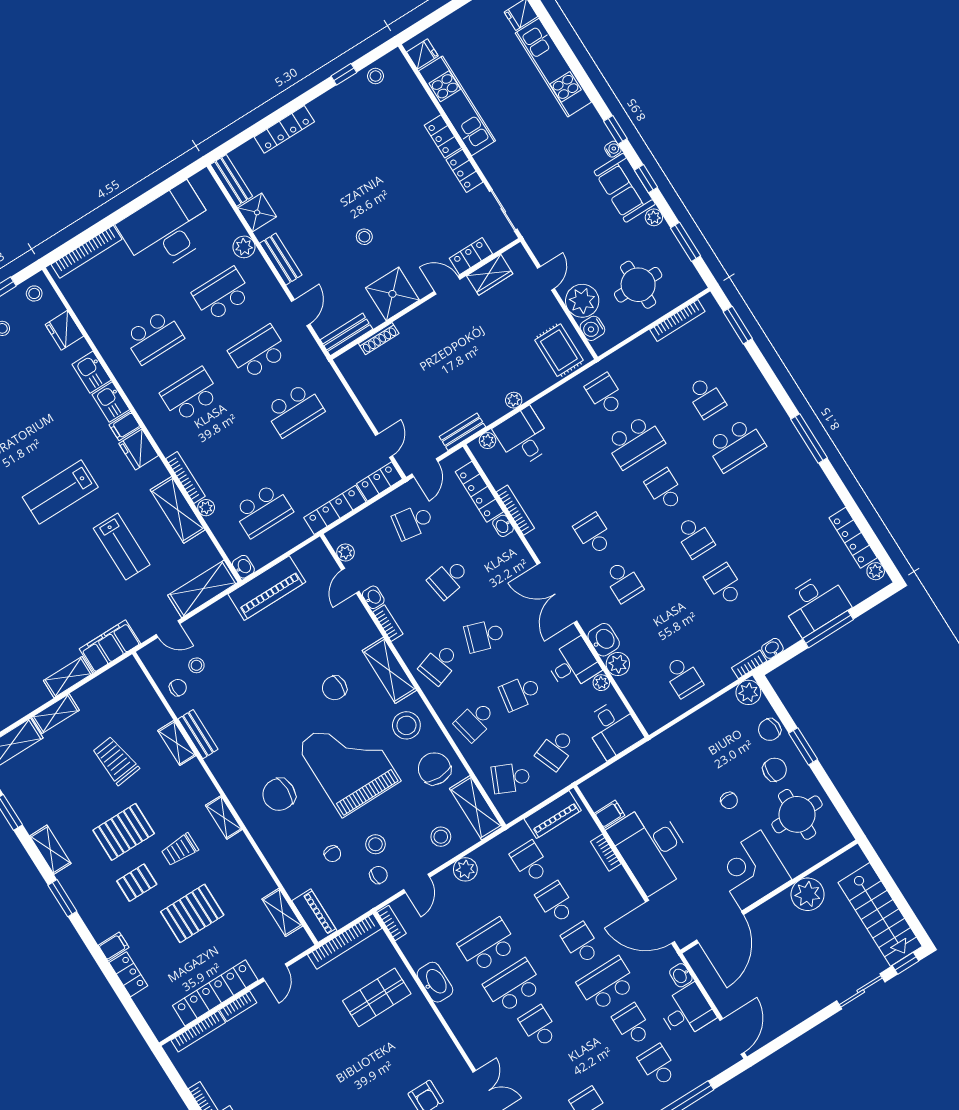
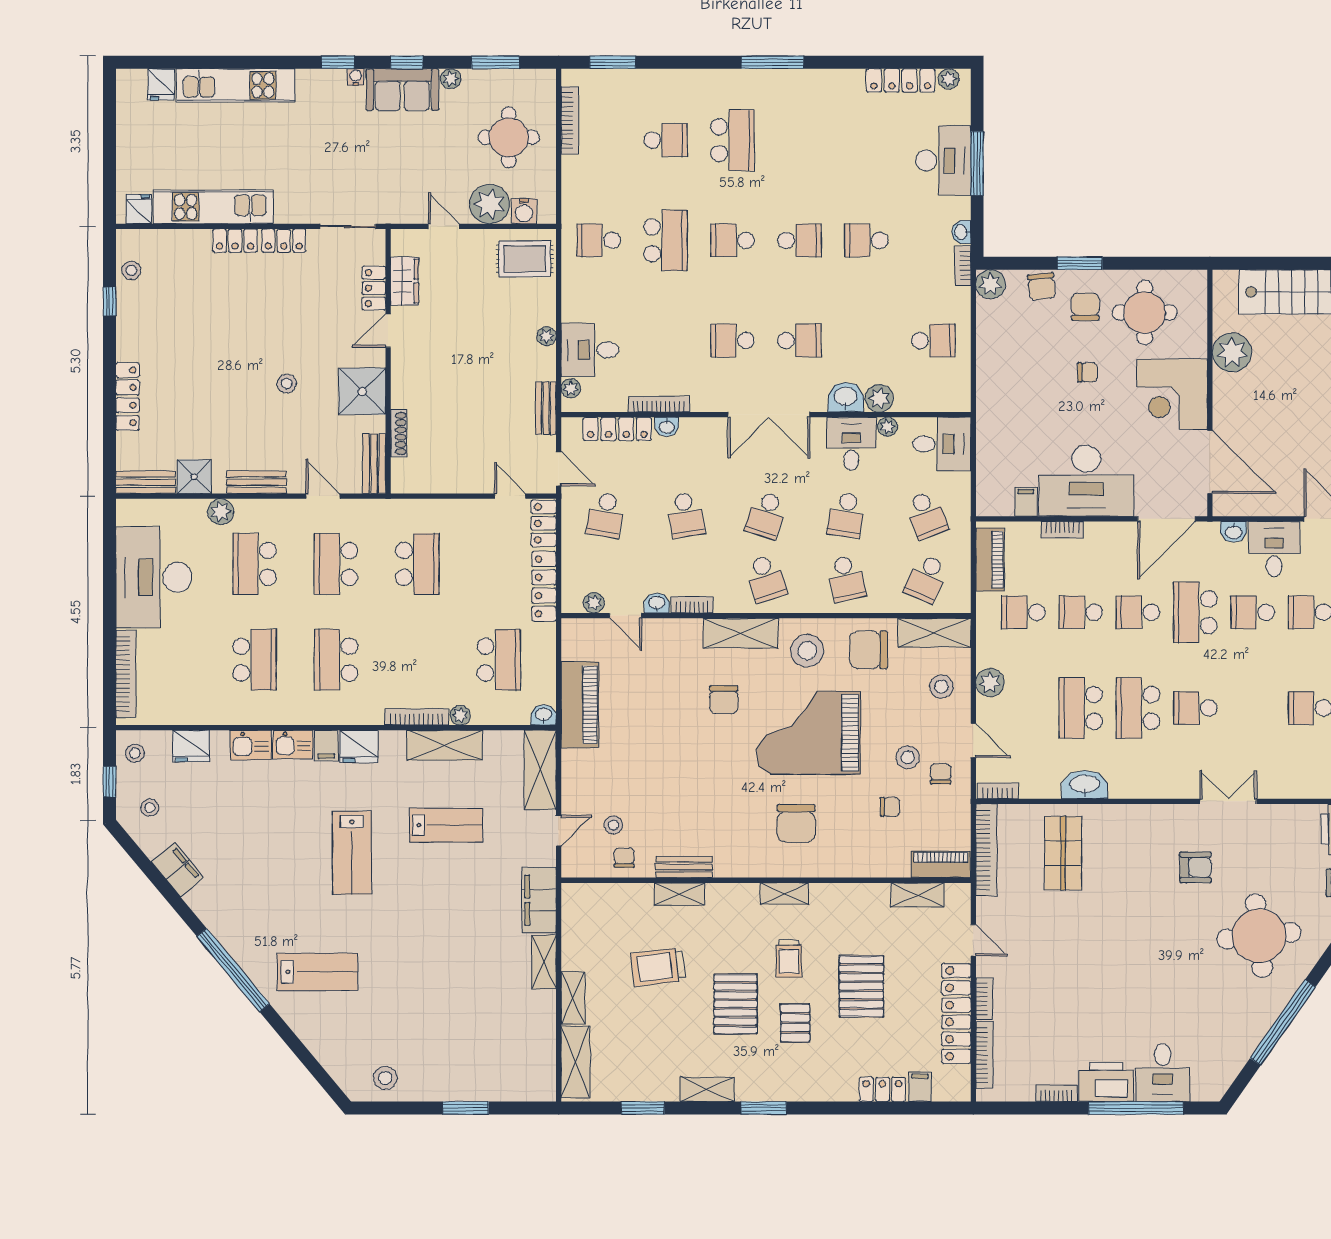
filing cabinet: (114, 946) -> (920, 1087), moved

